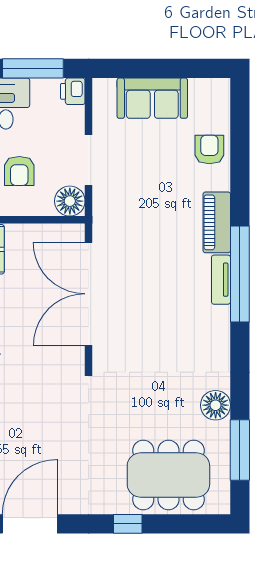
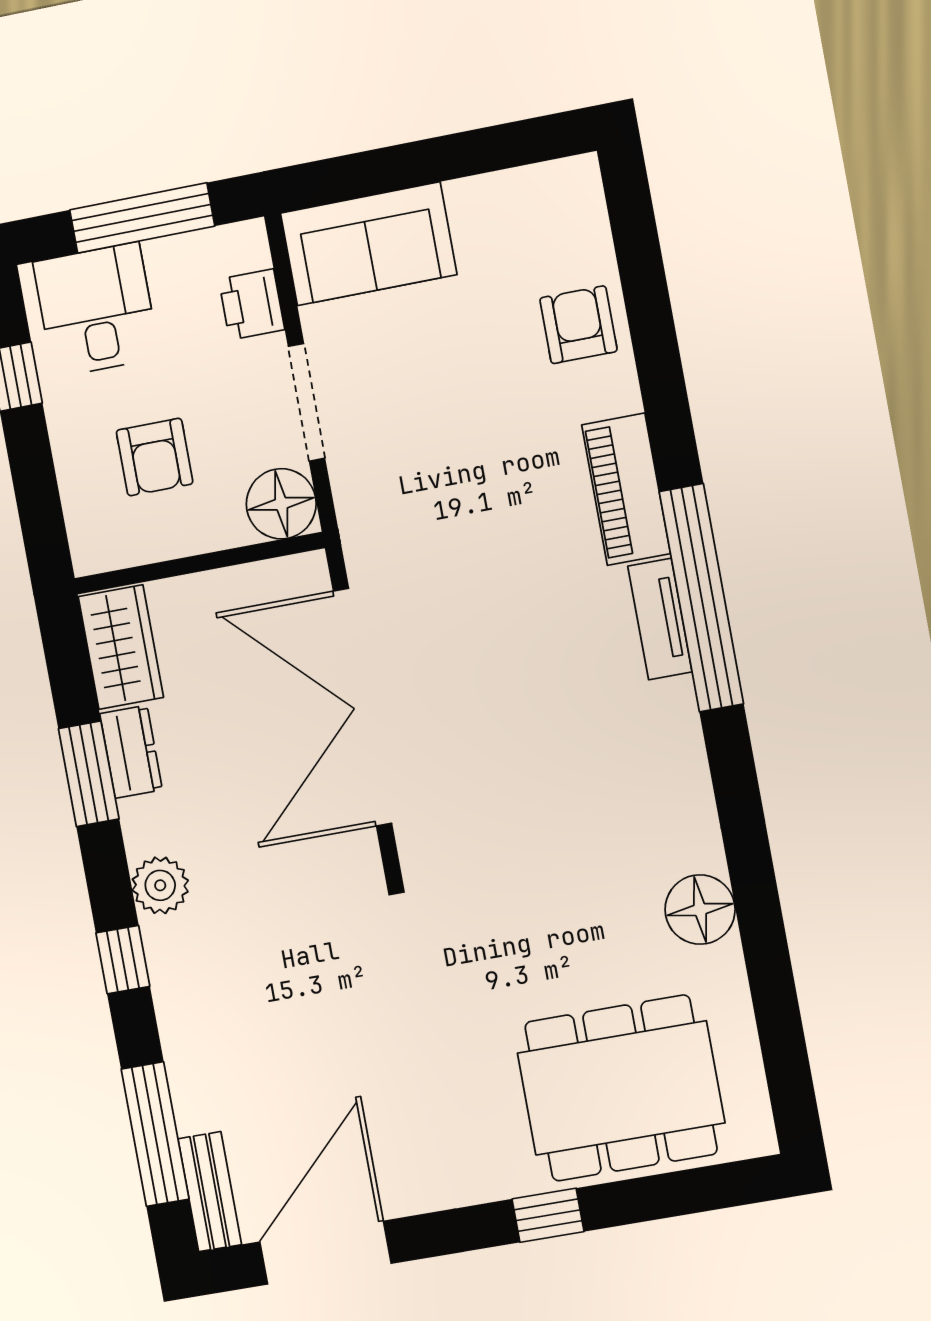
printer: (73, 91) -> (252, 304), moved
sofa: (152, 98) -> (369, 244), moved
window: (240, 450) -> (775, 1002), removed

